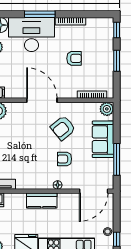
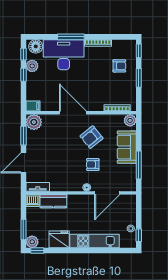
armchair: (74, 58) -> (119, 66), moved
door: (94, 191) -> (107, 193), moved
kitchen counter: (42, 201) -> (53, 201), moved

